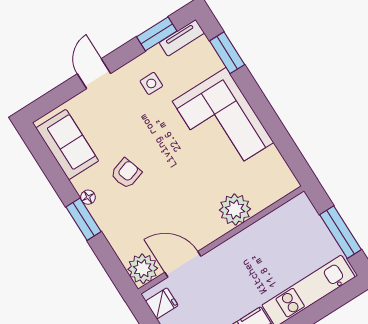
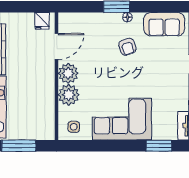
side table: (151, 83) -> (74, 127), moved
plant: (143, 269) -> (68, 73), moved

